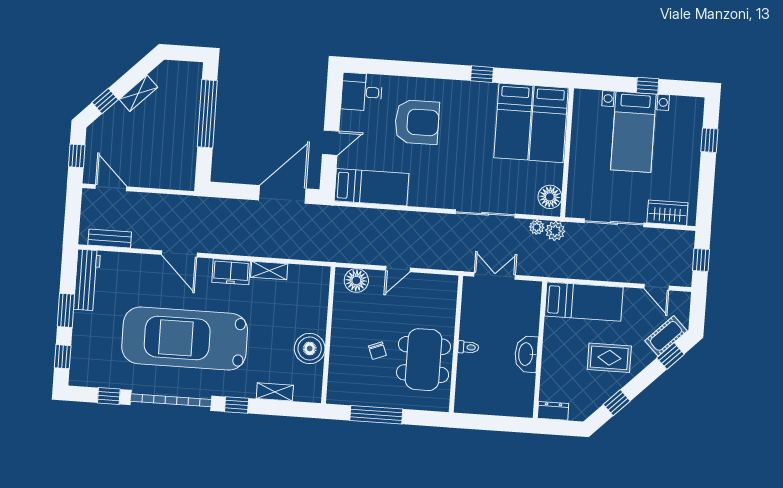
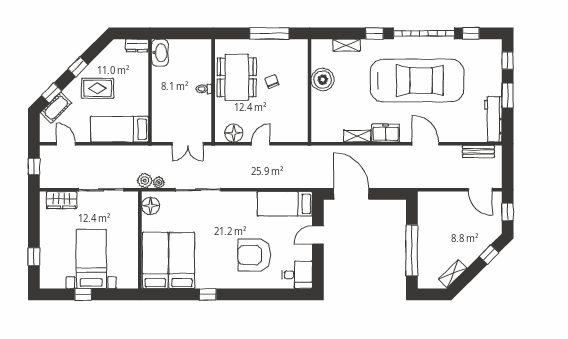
shelving: (138, 93) -> (453, 274), moved
door: (282, 194) -> (351, 194), swing flipped
floor lamp: (356, 280) -> (234, 133), moved
washbasin: (526, 354) -> (160, 53), moved
window: (617, 403) -> (78, 67), moved

